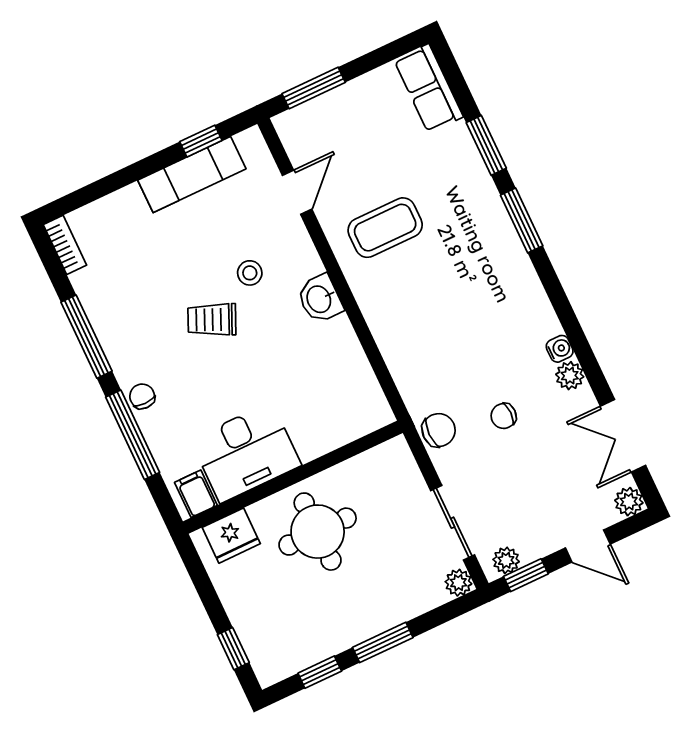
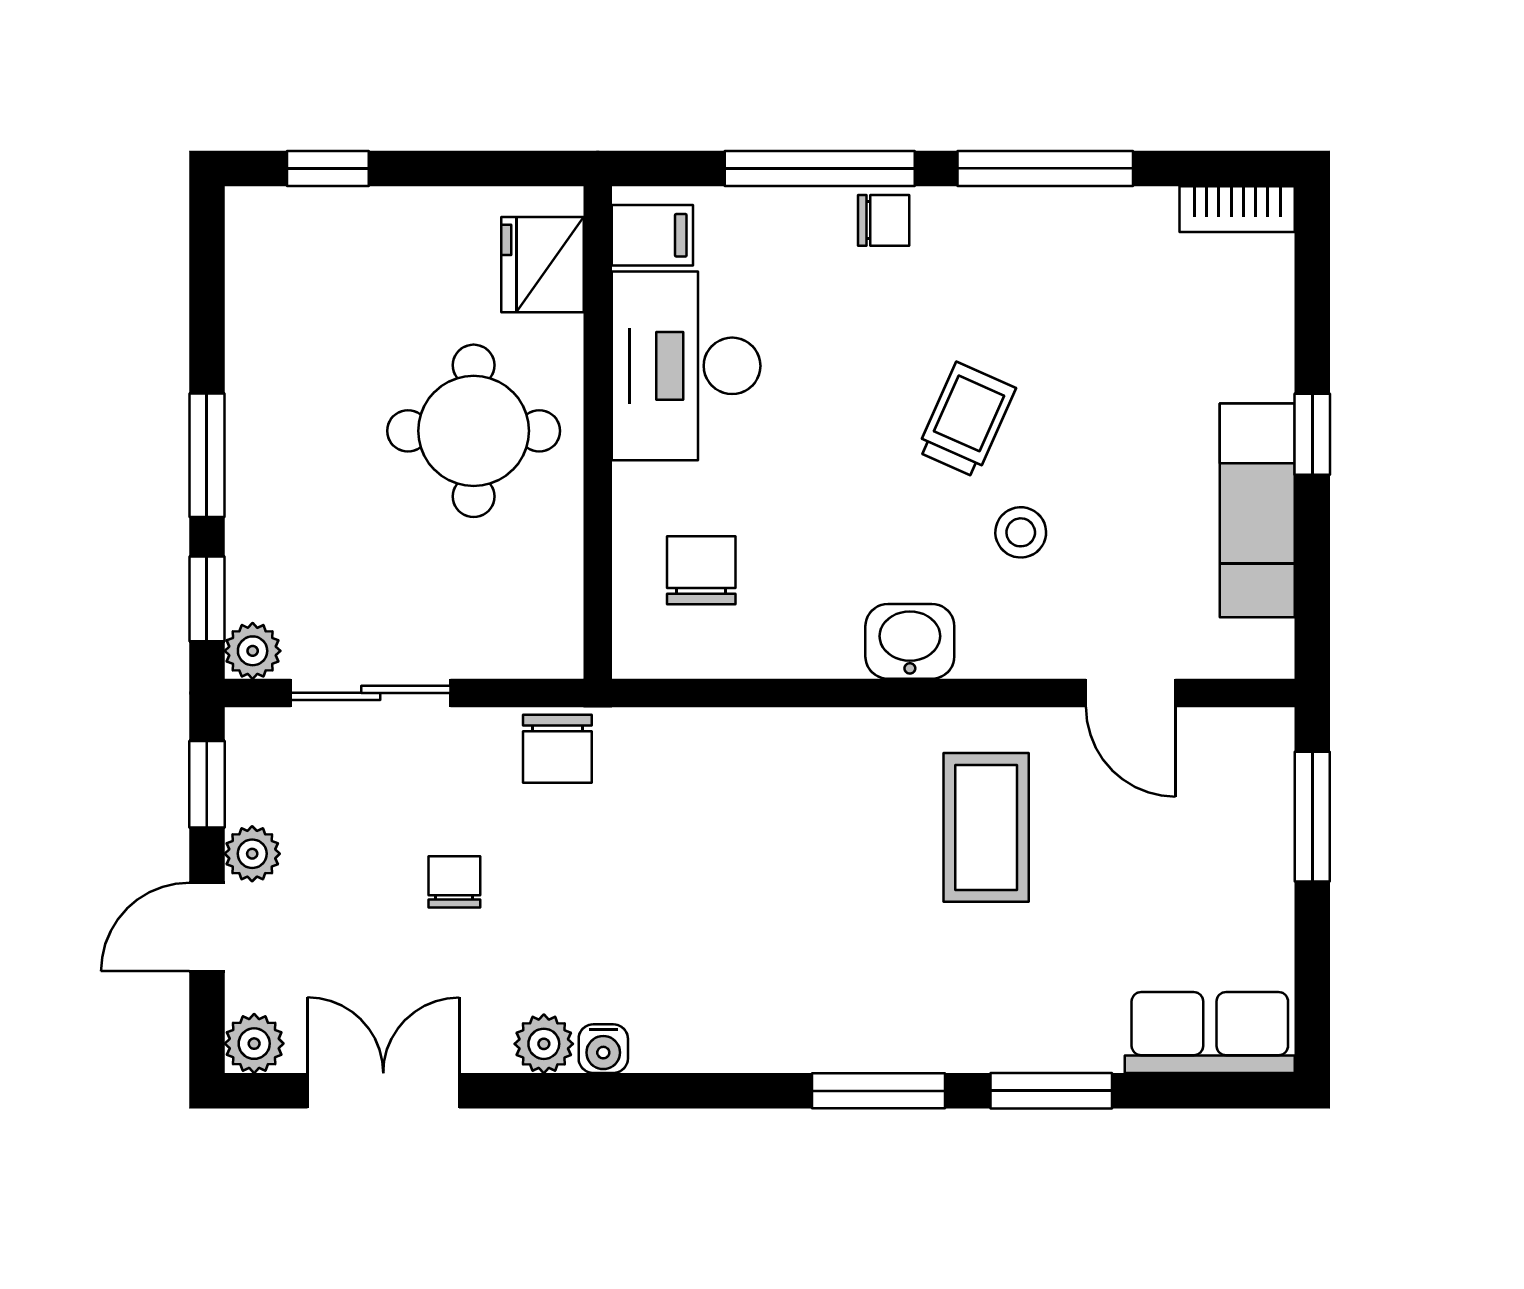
window: (201, 141) -> (1312, 434), moved
chair: (332, 404) -> (701, 570), added
chair: (504, 416) -> (454, 882), moved
plant: (506, 560) -> (252, 854), moved
window: (320, 672) -> (207, 599), moved

